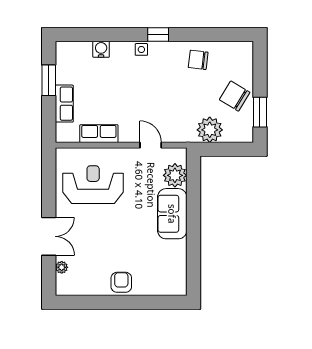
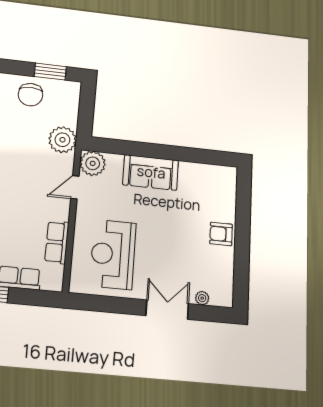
chair: (235, 96) -> (30, 95), turned -31
plant: (210, 130) -> (62, 140), moved
plant: (175, 175) -> (93, 163), moved

